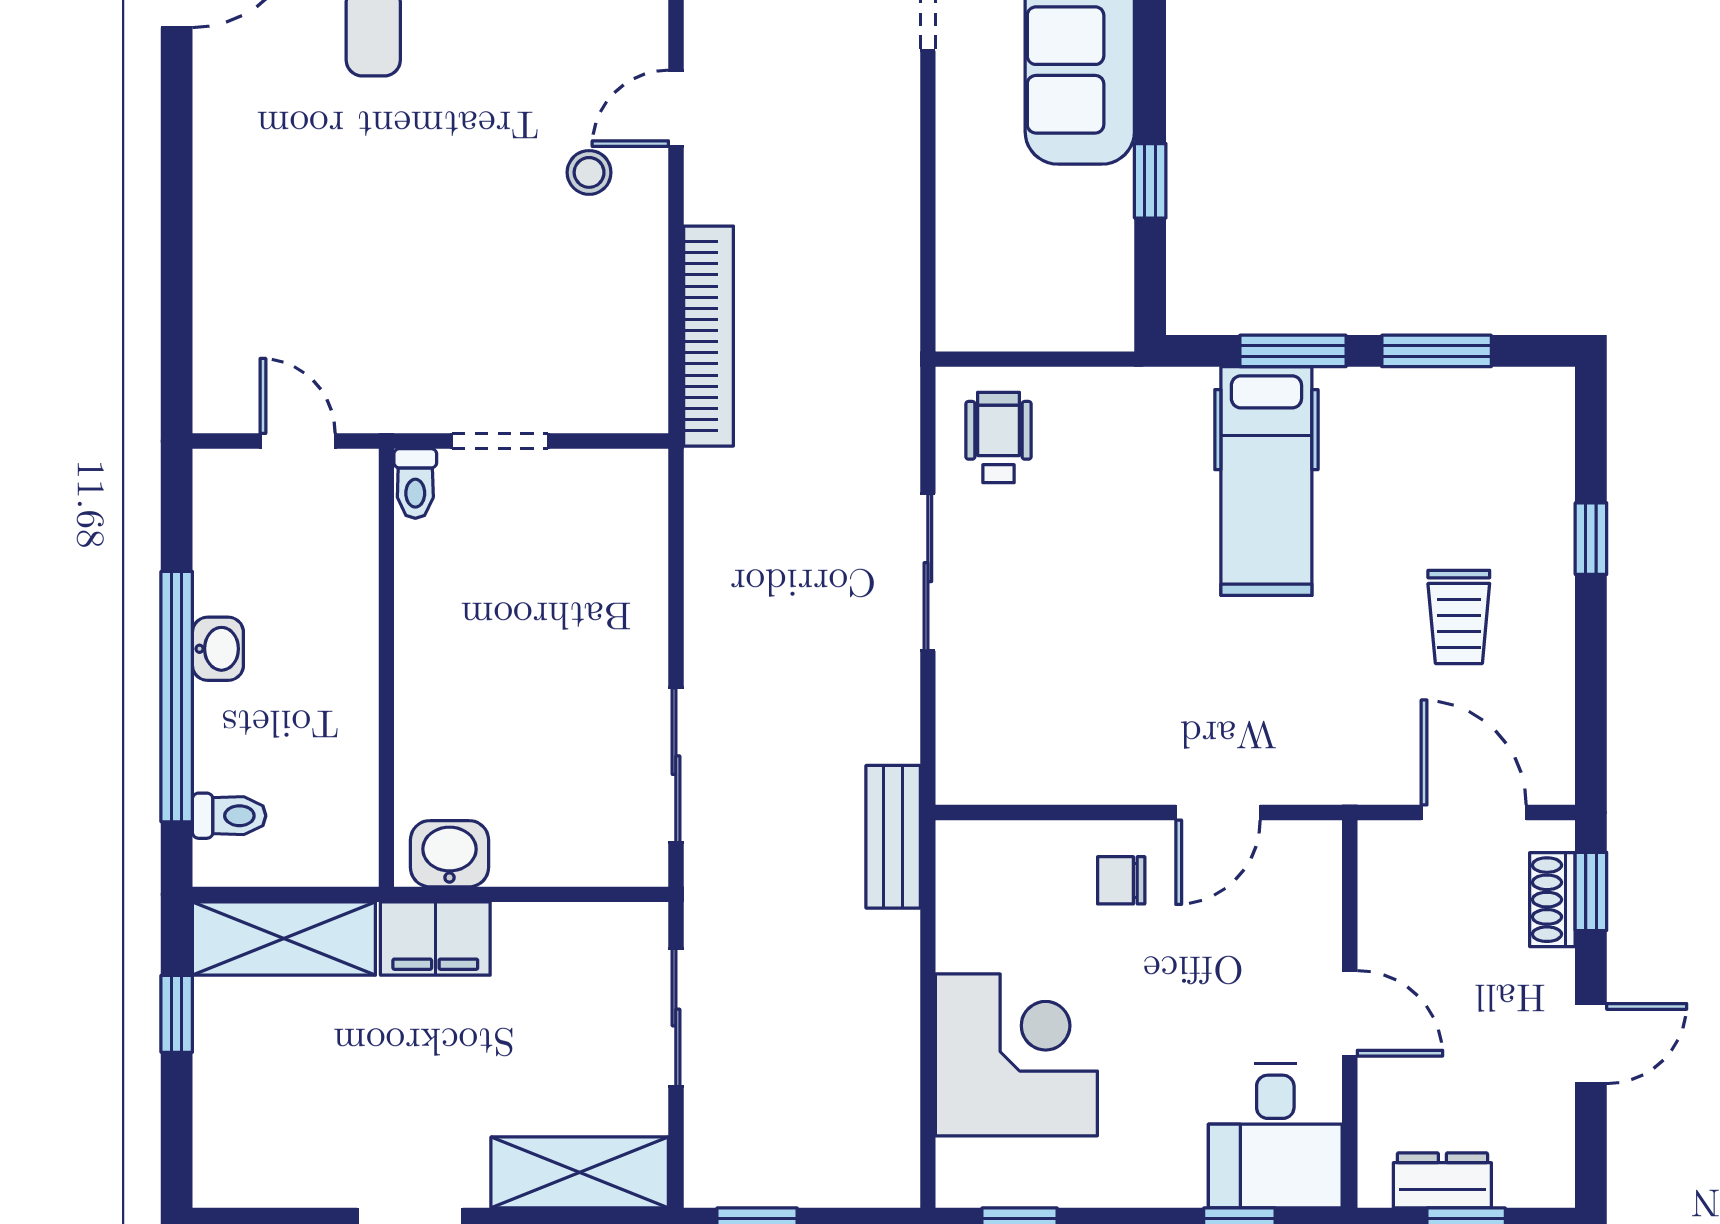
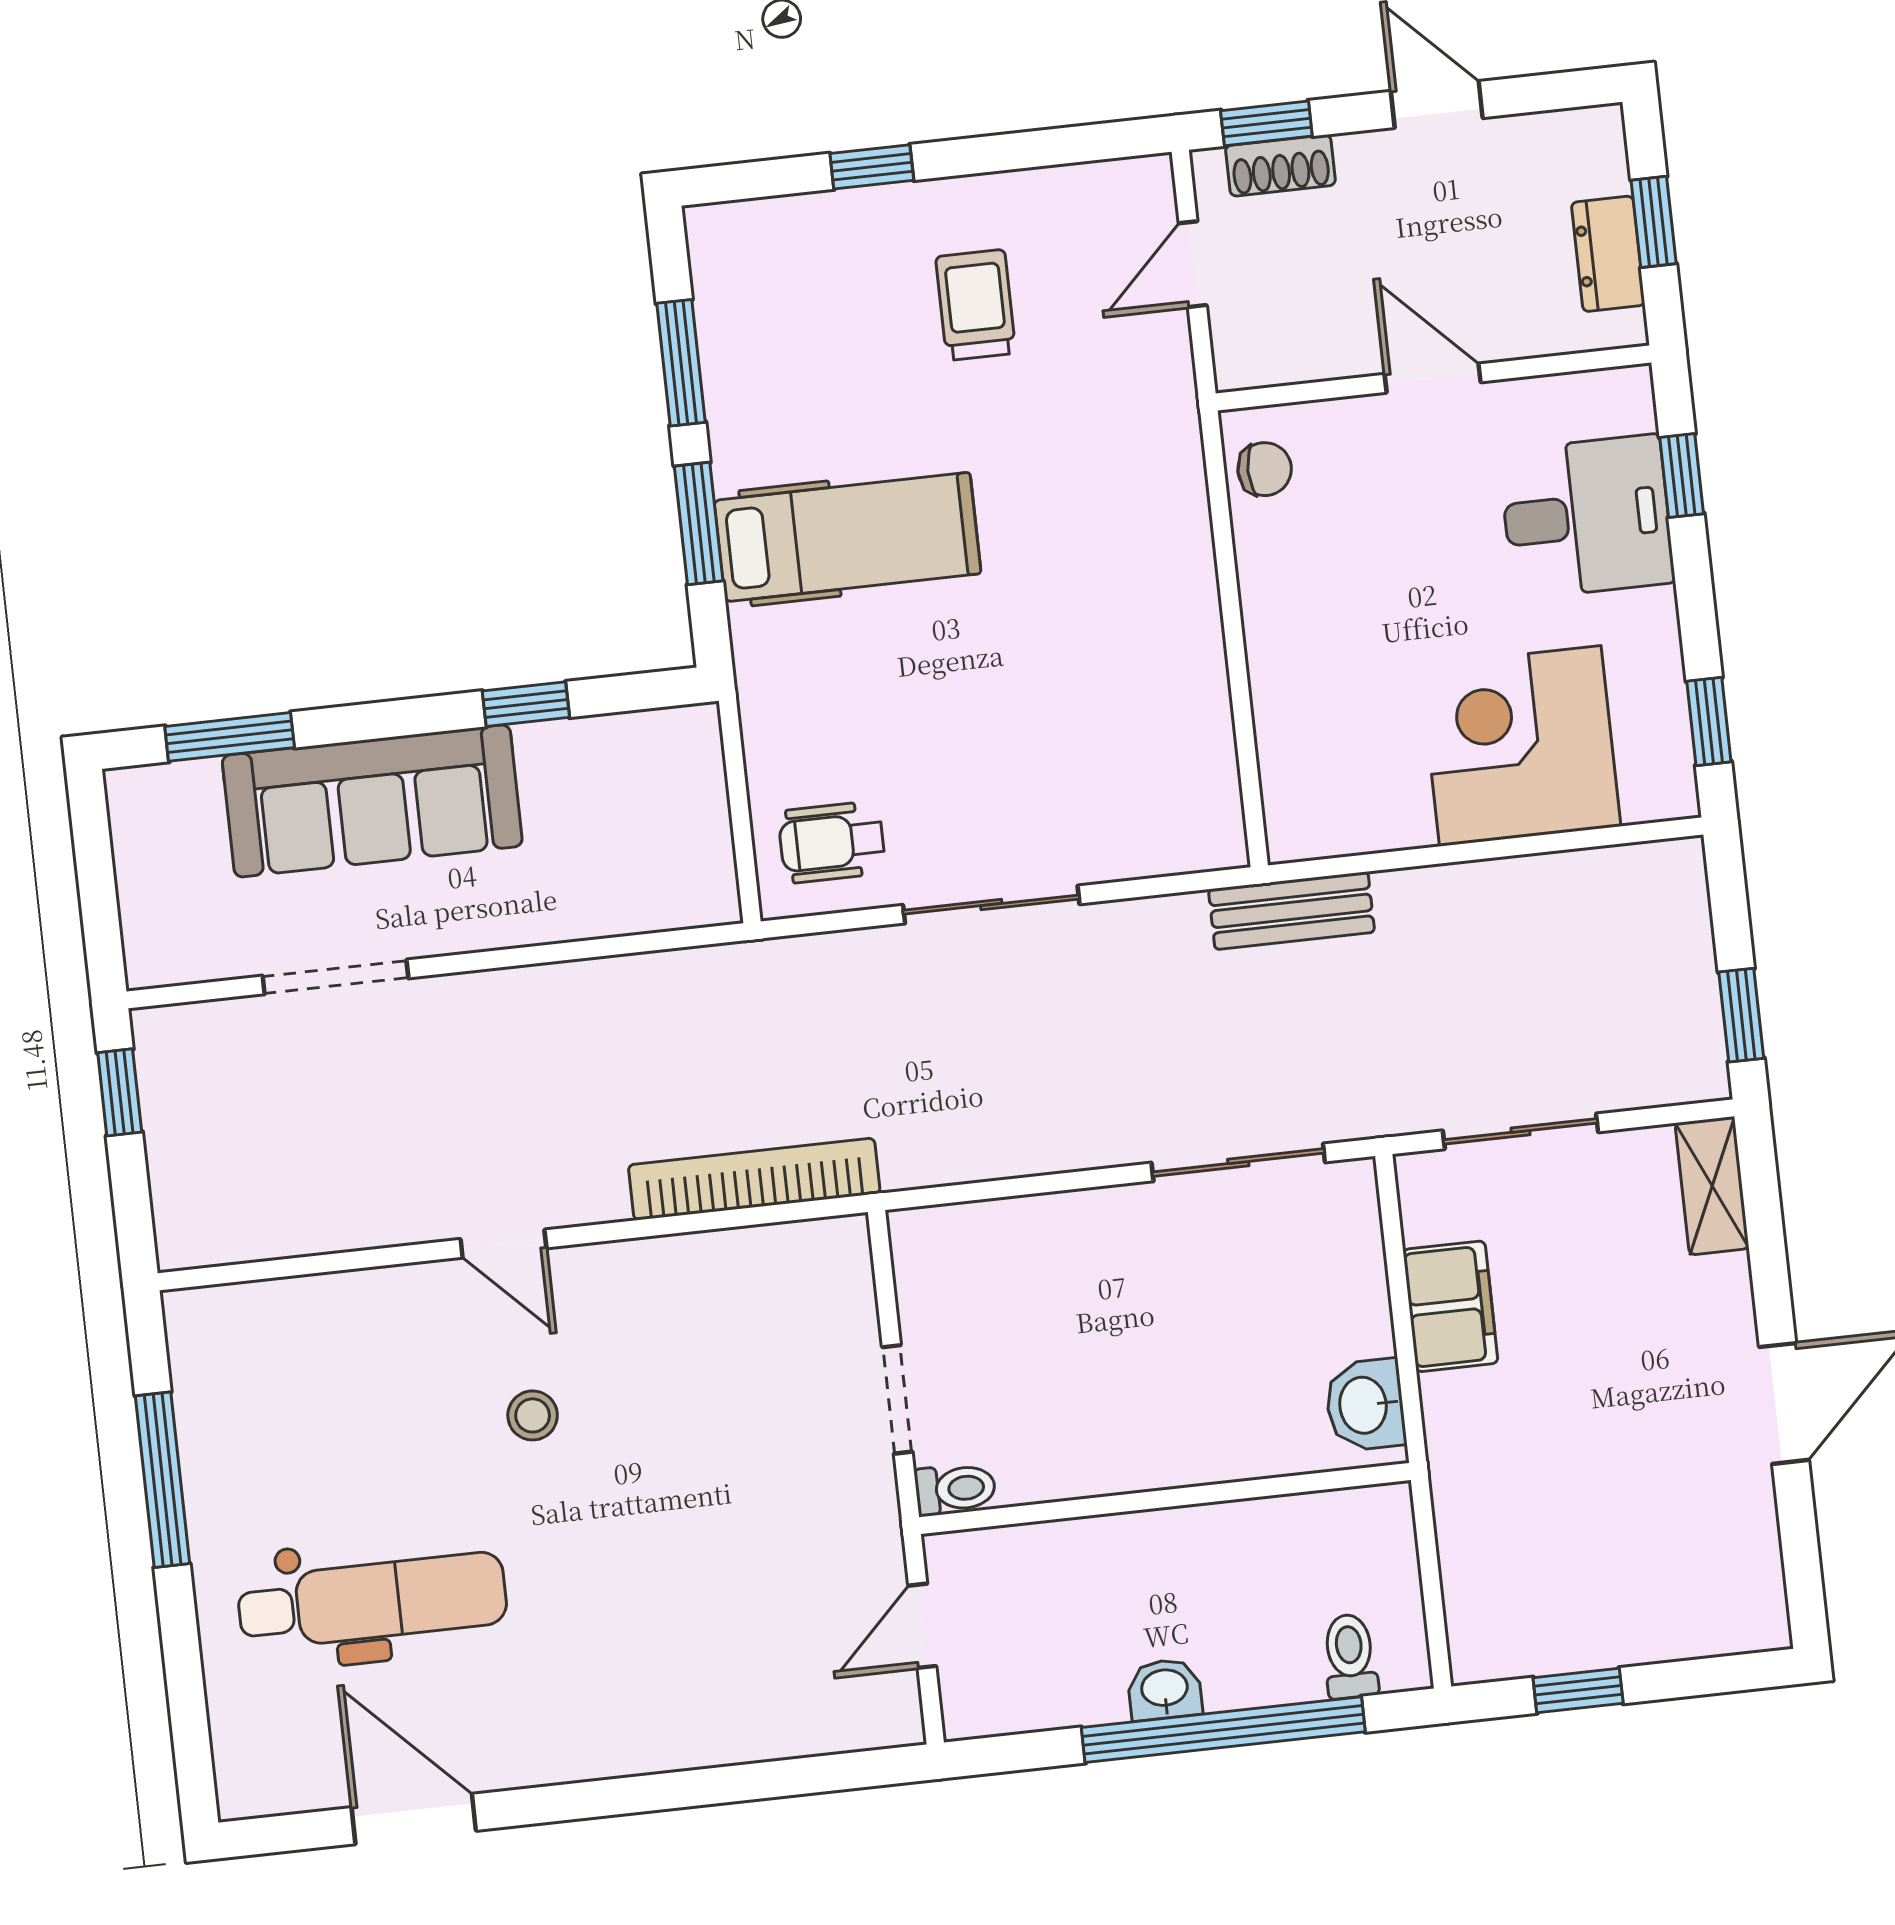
stool: (589, 172) -> (533, 1415), moved
trolley: (1459, 617) -> (976, 305), turned -90
door: (1218, 813) -> (1224, 550), removed
door: (1474, 813) -> (1193, 264), width x0.73
chair: (1121, 880) -> (1265, 469), moved, turned -90
shelving: (284, 939) -> (1481, 1580), removed
filing cabinet: (435, 939) -> (1450, 1306), moved
door: (1350, 1013) -> (1433, 378), hinge flipped
desk: (1275, 1136) -> (1587, 517), moved
shelving: (580, 1172) -> (1712, 1186), width x0.67, depth x0.75

